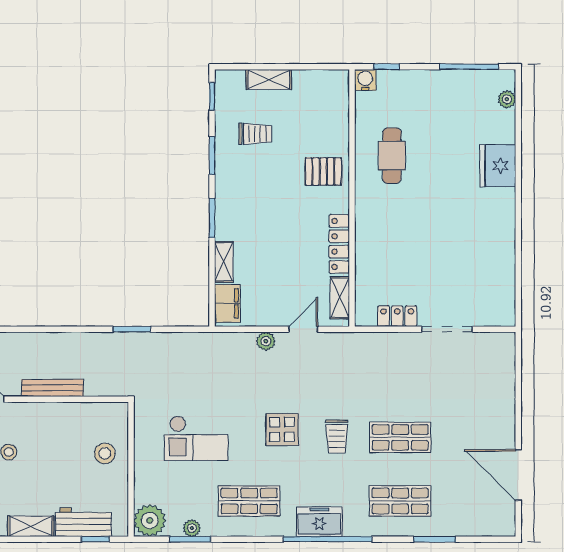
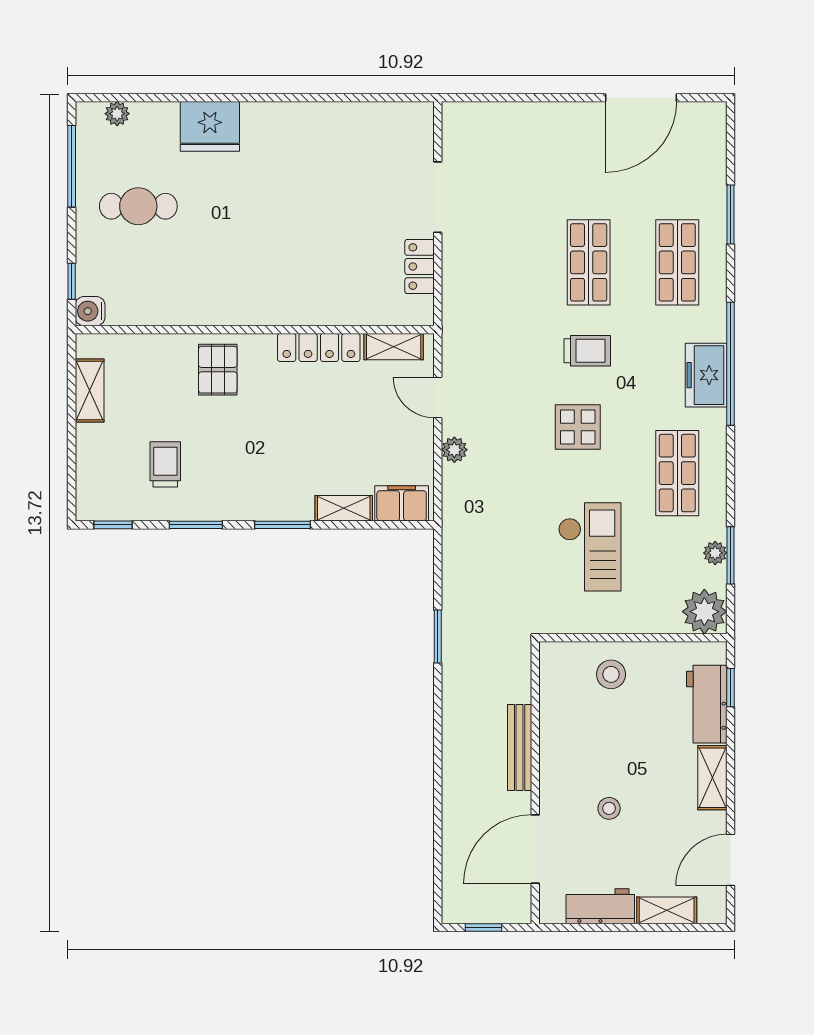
shelving: (269, 80) -> (90, 391), moved
cafe table: (392, 156) -> (138, 206), moved

